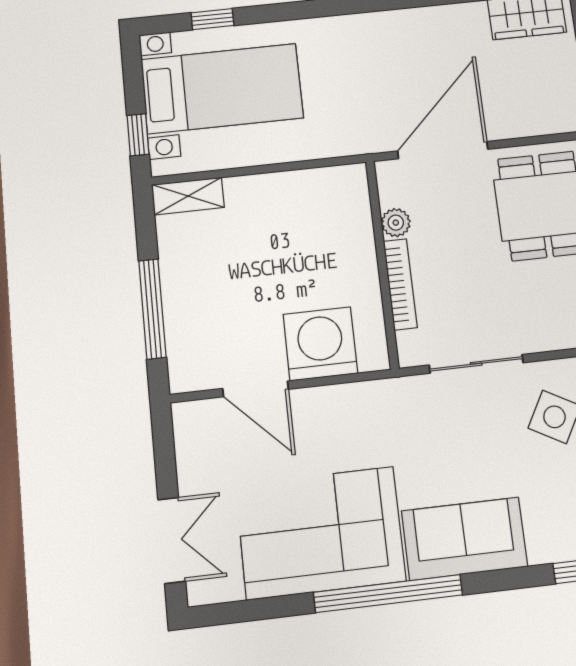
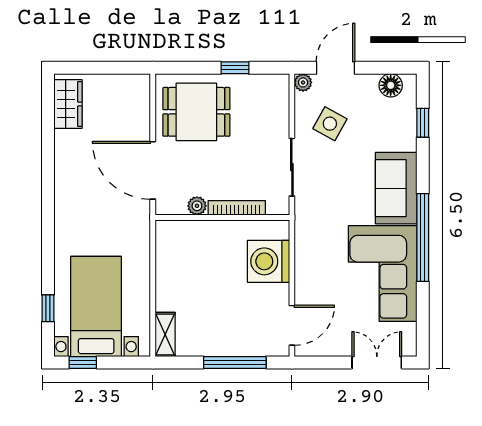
window: (138, 135) -> (83, 362), moved
door: (256, 389) -> (292, 325), moved

